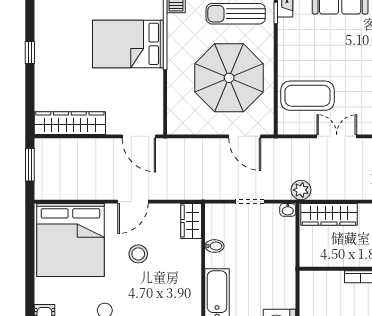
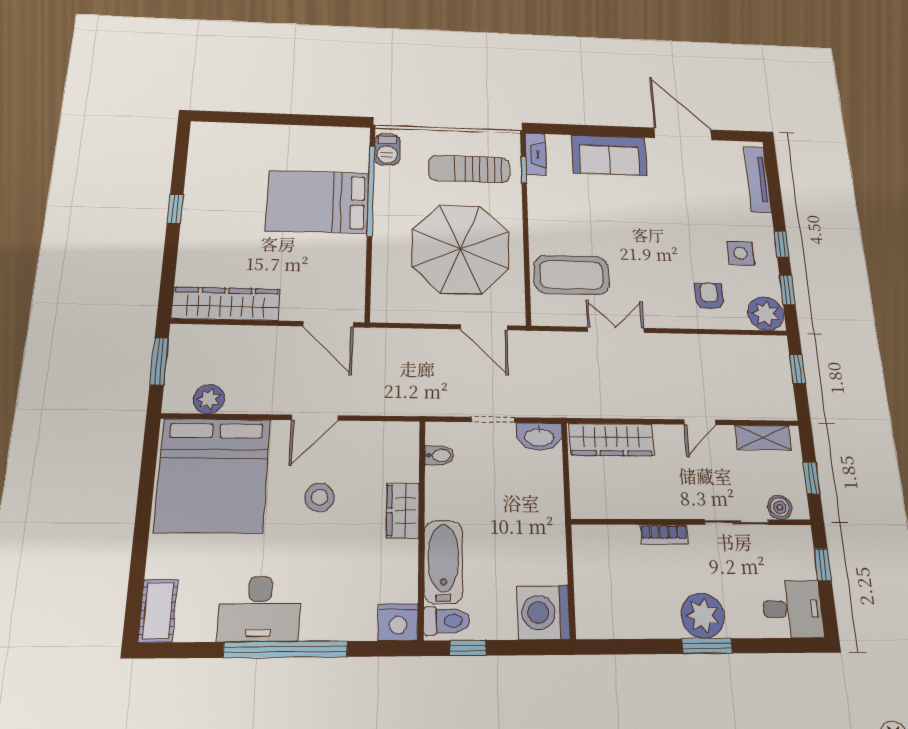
plant: (301, 190) -> (209, 399), moved
washbasin: (288, 210) -> (539, 437), width x1.91, depth x1.45
wardrobe: (191, 221) -> (403, 510), moved
bidet: (214, 246) -> (439, 455), moved

